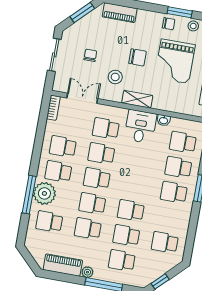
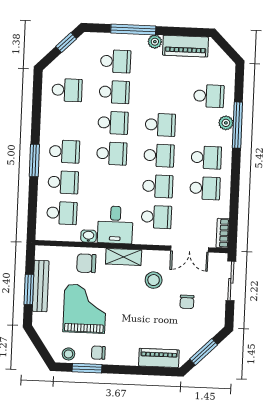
sliding door: (54, 55) -> (231, 281), moved
chair: (138, 57) -> (86, 263), moved
plant: (44, 193) -> (226, 123), width x0.53, depth x0.53
school desk: (88, 229) -> (112, 153), moved

